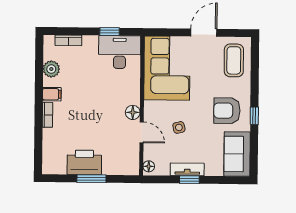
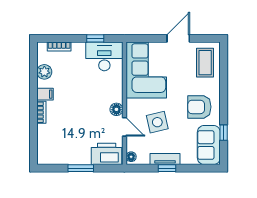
window: (254, 116) -> (224, 133), moved
side table: (179, 127) -> (157, 122), width x1.87, depth x1.87
printer: (84, 162) -> (107, 154), moved

